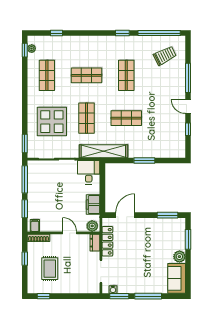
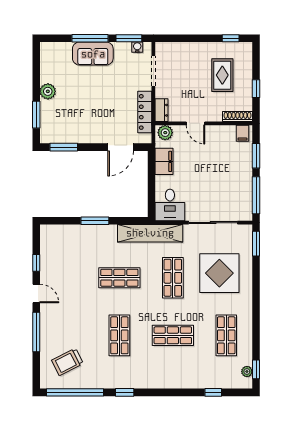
sofa: (177, 278) -> (93, 54), moved, turned 90

